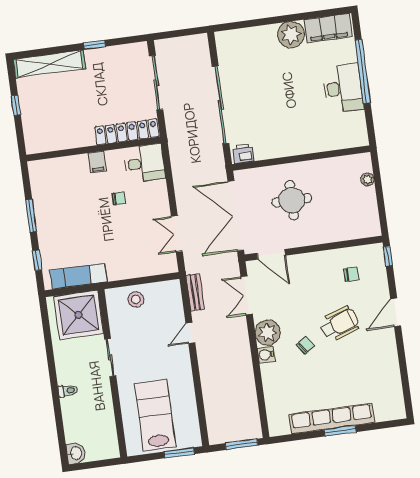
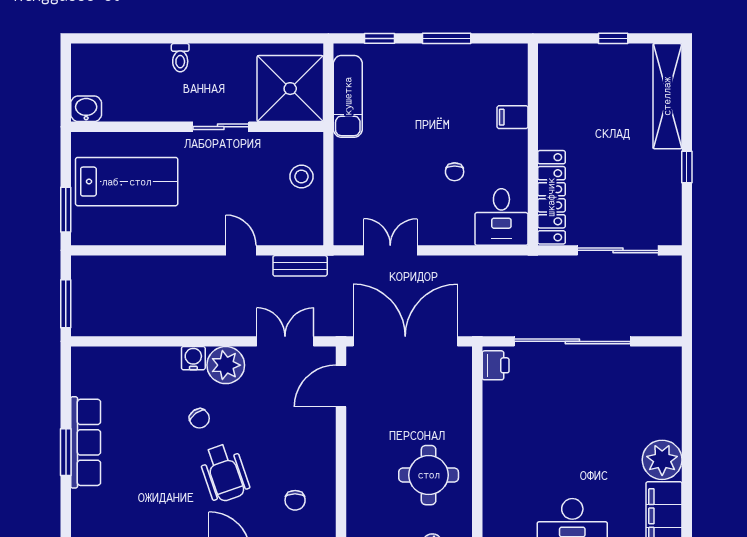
filing cabinet: (97, 162) -> (512, 117), moved
round table: (292, 200) -> (429, 475), moved
row of seats: (332, 419) -> (86, 442), width x0.73
washbasin: (76, 453) -> (86, 109), moved, turned 180

